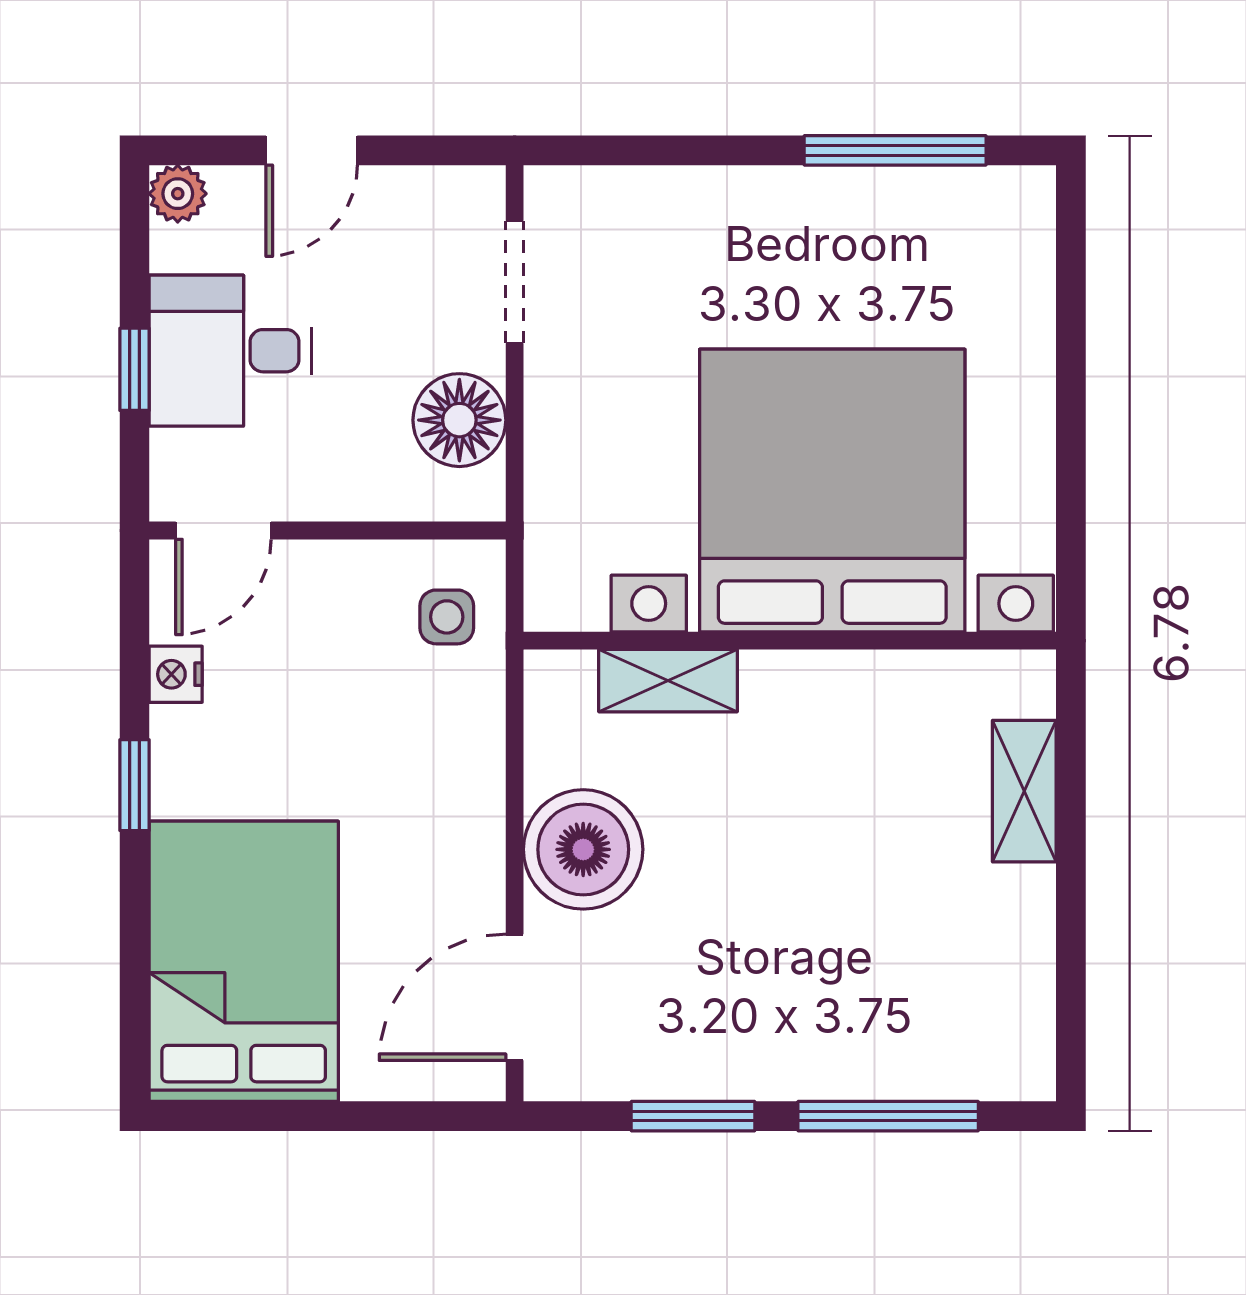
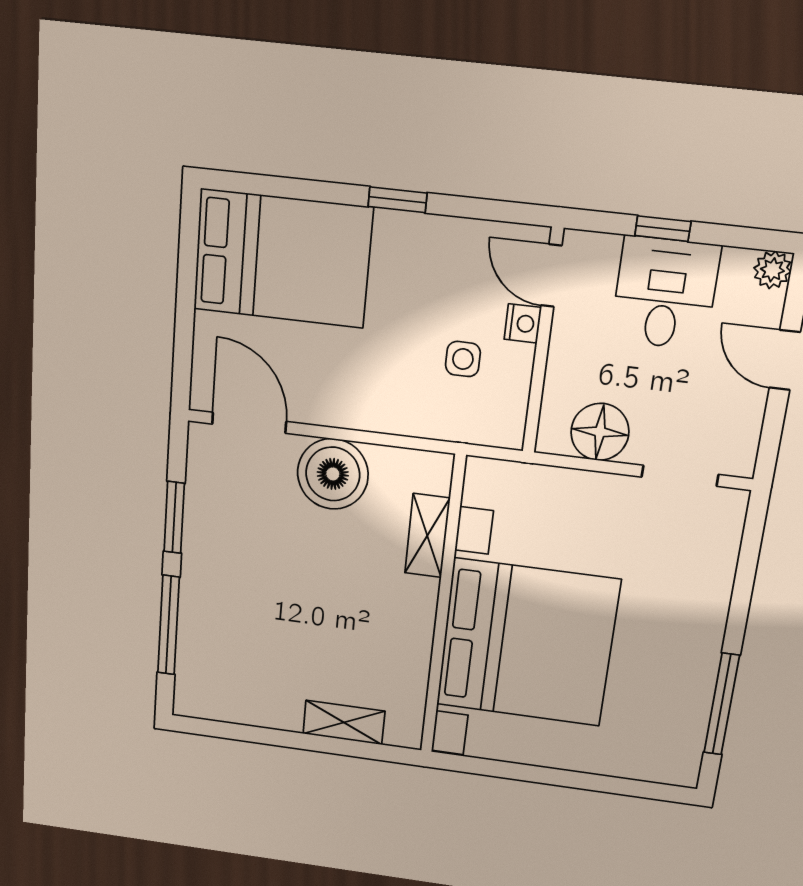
side table: (447, 617) -> (463, 359), moved
nightstand: (176, 674) -> (523, 323), moved, turned 90

